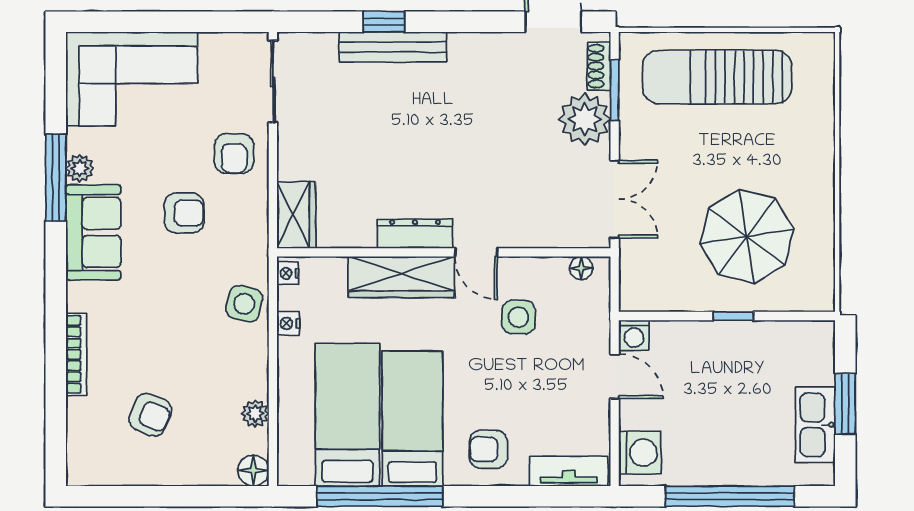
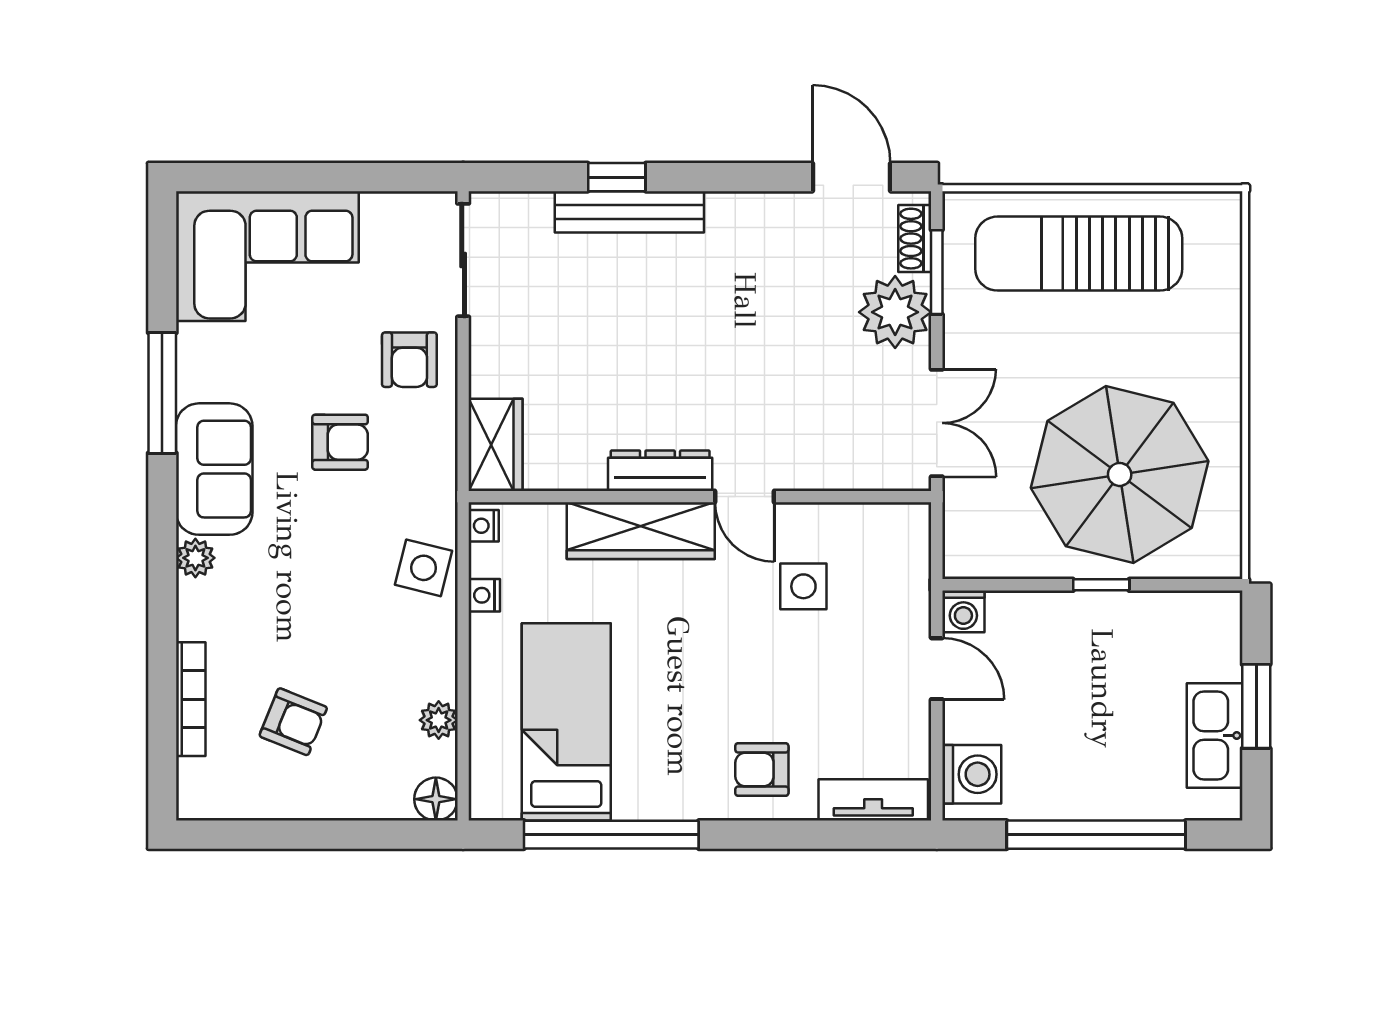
plant: (80, 168) -> (195, 558), moved
parasol: (747, 236) -> (1120, 474), width x1.36, depth x1.36
floor lamp: (581, 268) -> (890, 518), removed
bookcase: (76, 354) -> (191, 699), moved
bed: (413, 419) -> (657, 727), removed

